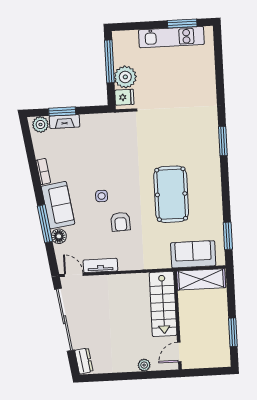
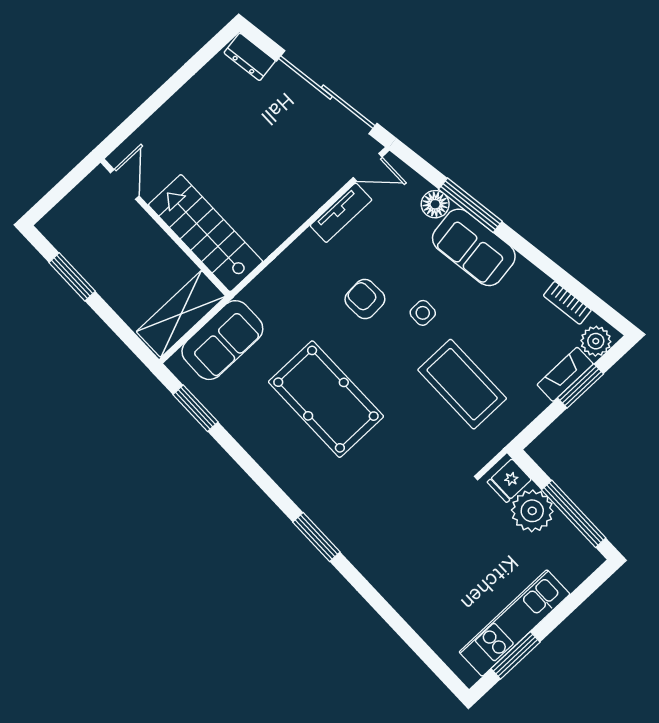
coffee table: (110, 153) -> (462, 384), added
bookcase: (43, 172) -> (567, 303), moved
plant: (144, 365) -> (159, 123), removed

